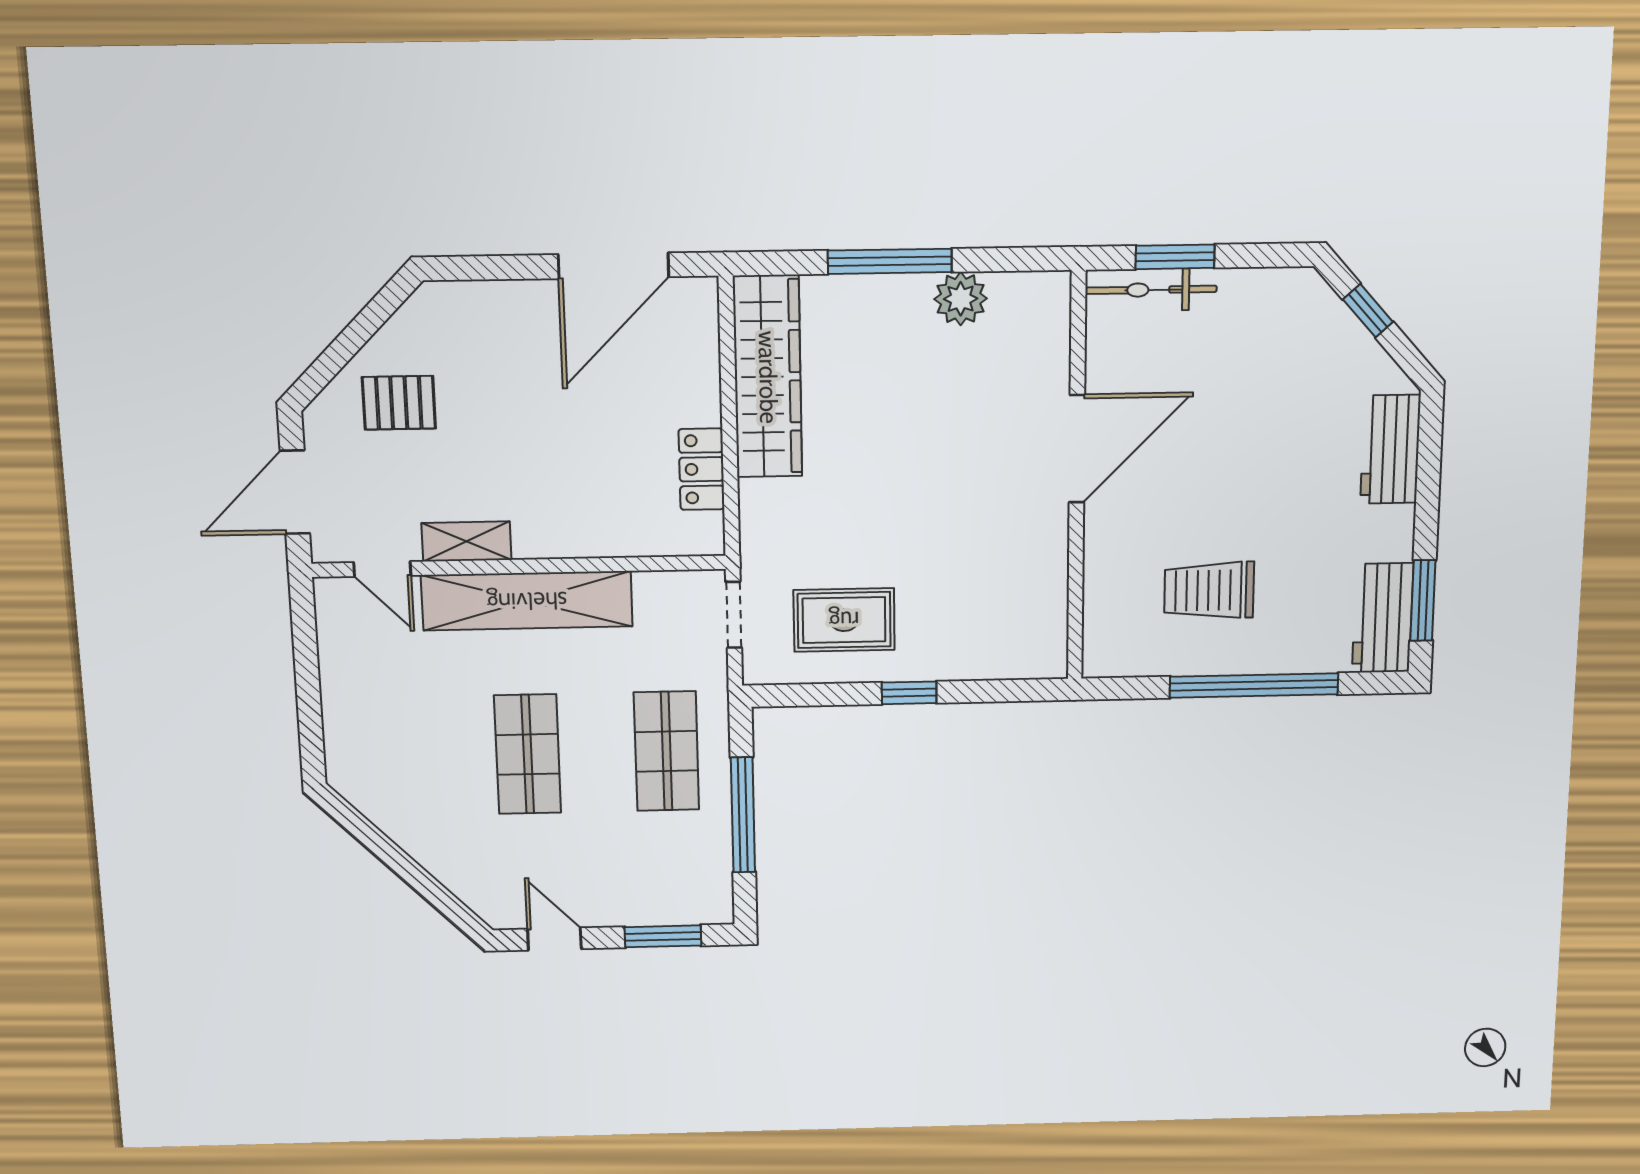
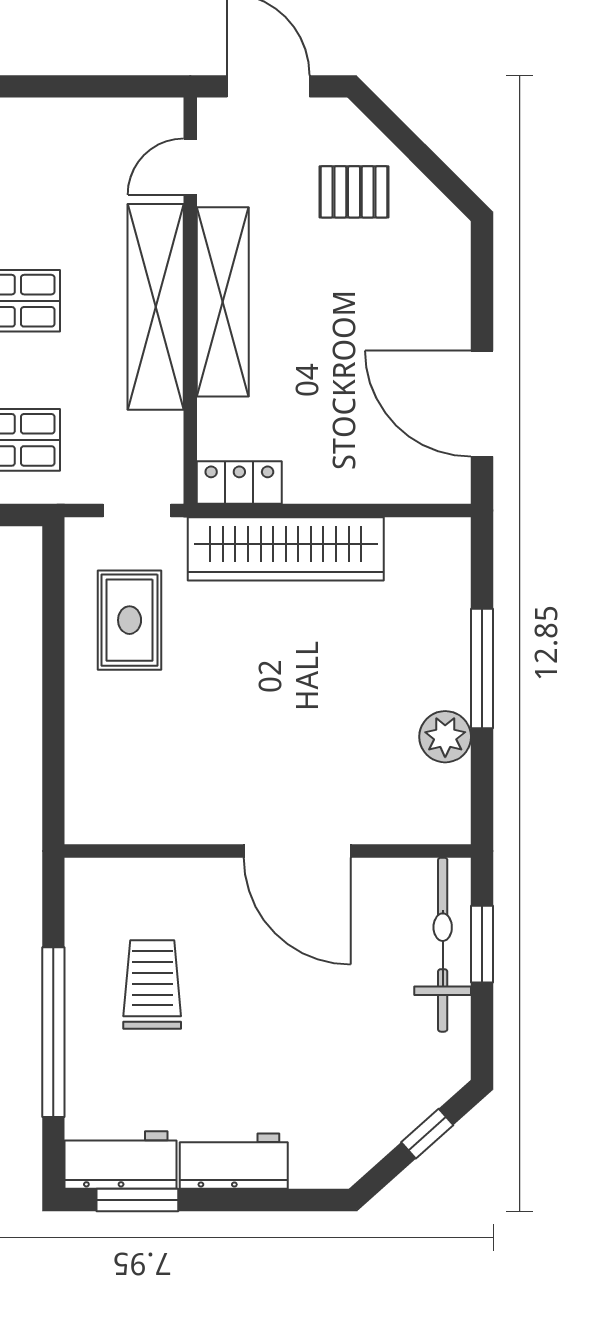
bicycle: (1151, 290) -> (443, 945), width x1.37, depth x1.40
wardrobe: (768, 377) -> (286, 549), moved
pallet: (399, 403) -> (354, 192), turned 90
workbench: (1390, 449) -> (234, 1161), moved
locker: (702, 469) -> (239, 483), moved
shelving: (466, 541) -> (223, 302), width x2.20, depth x1.33
window: (909, 693) -> (53, 684), removed

